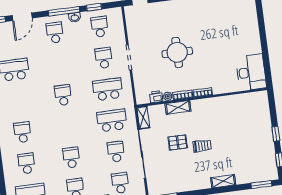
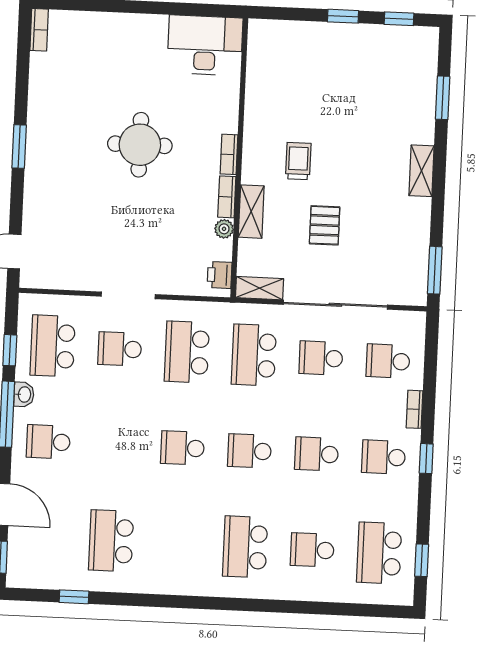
school desk: (100, 27) -> (53, 346), width x1.85
round table: (177, 52) -> (140, 145), moved
printer: (156, 97) -> (220, 275), moved
school desk: (67, 126) -> (249, 451), added
school desk: (22, 132) -> (245, 547), width x1.85
trolley: (202, 146) -> (298, 161), moved
shelving: (223, 181) -> (422, 171), moved
window: (261, 185) -> (443, 98), moved

